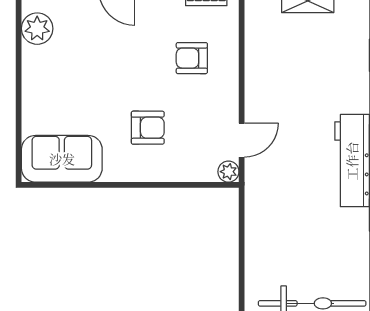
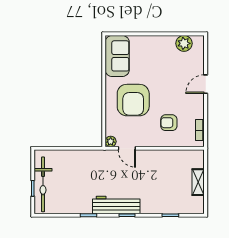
armchair: (192, 58) -> (169, 123), turned -90
armchair: (148, 128) -> (133, 100), width x1.88, depth x1.88

